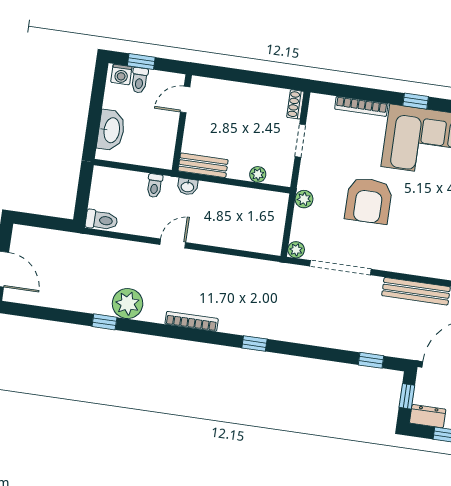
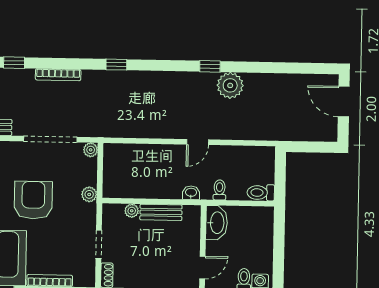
washbasin: (111, 130) -> (217, 223), moved, turned 180
bench: (203, 165) -> (161, 212), moved
toilet: (102, 220) -> (261, 193), moved
bookcase: (192, 321) -> (58, 75), moved
window: (104, 322) -> (210, 66), moved

